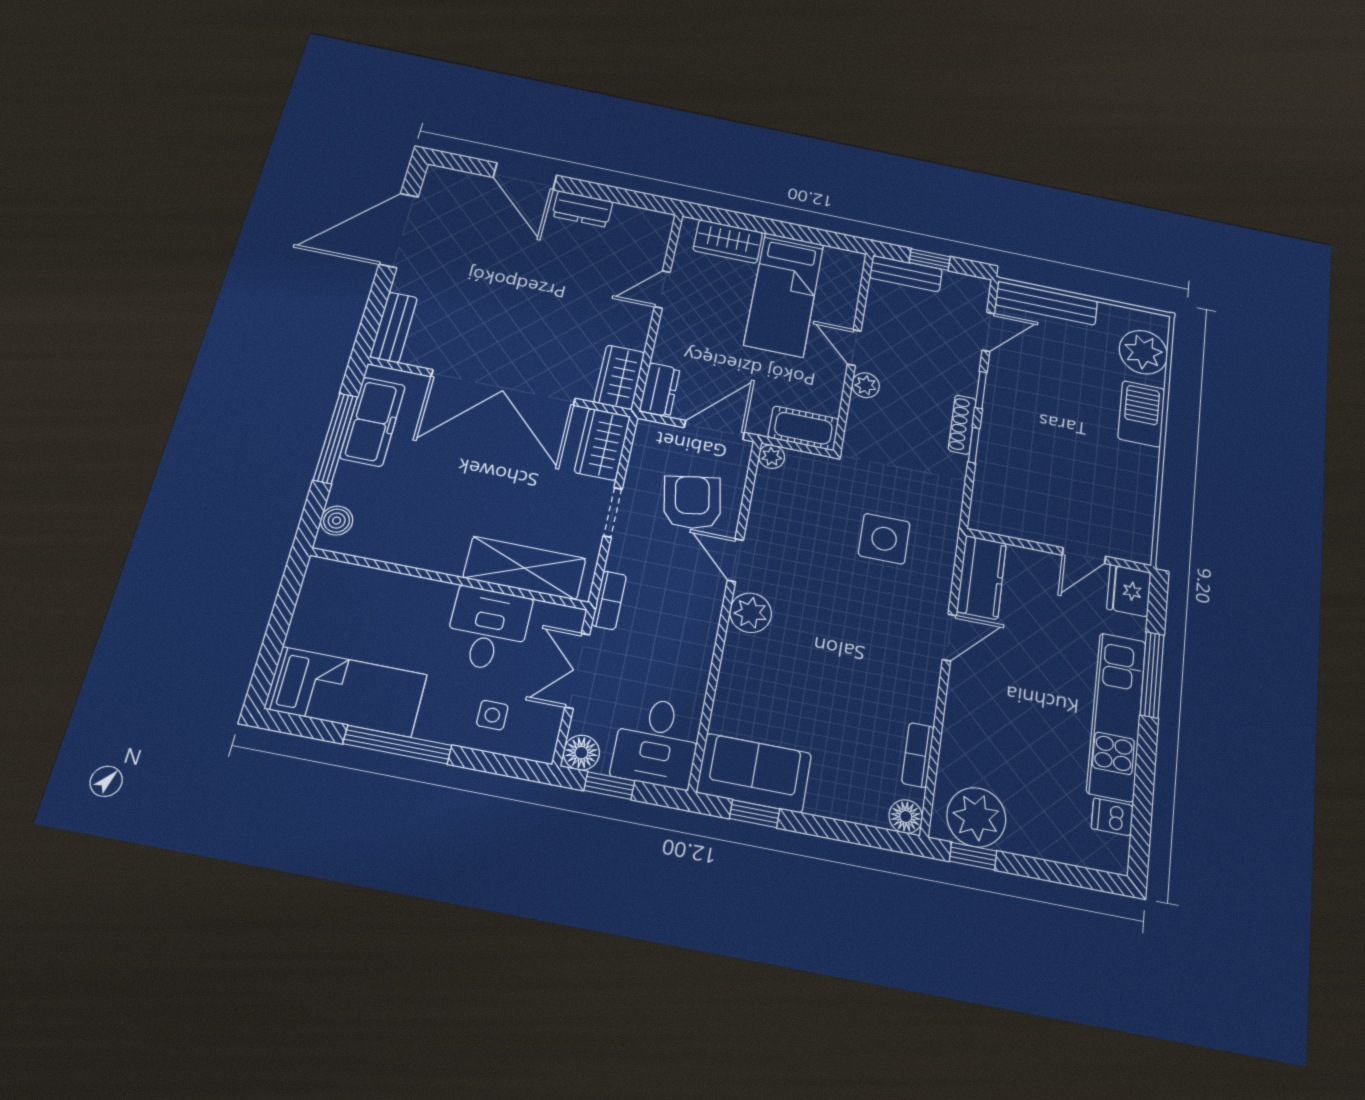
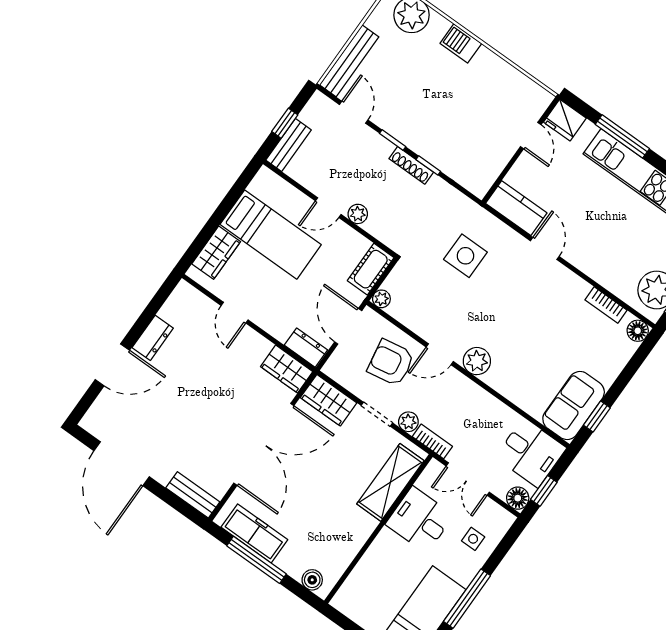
barbecue: (1141, 414) -> (461, 43), width x0.73, depth x0.79
plant: (622, 557) -> (408, 422), added

